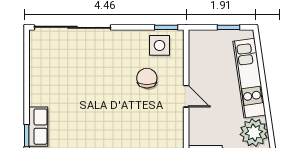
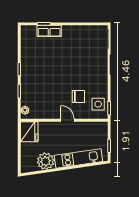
door: (186, 96) -> (68, 120), swing flipped

